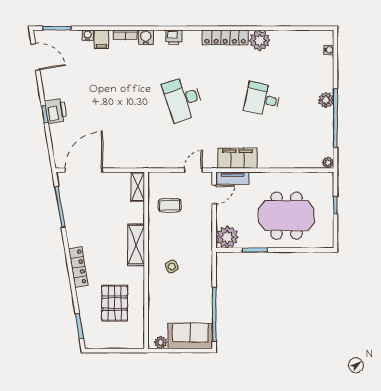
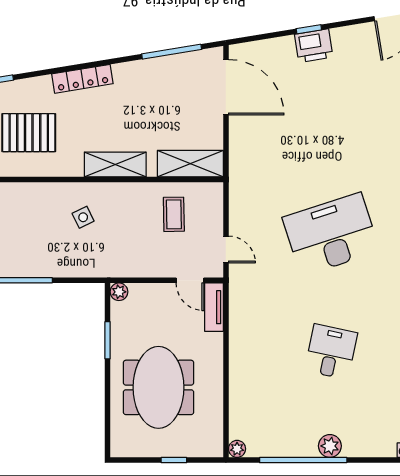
desk: (183, 99) -> (331, 234), width x1.36, depth x1.30
filing cabinet: (238, 158) -> (244, 315), removed
shelving: (138, 187) -> (190, 164), width x1.50, depth x1.33
plant: (227, 237) -> (119, 292), width x0.53, depth x0.53

